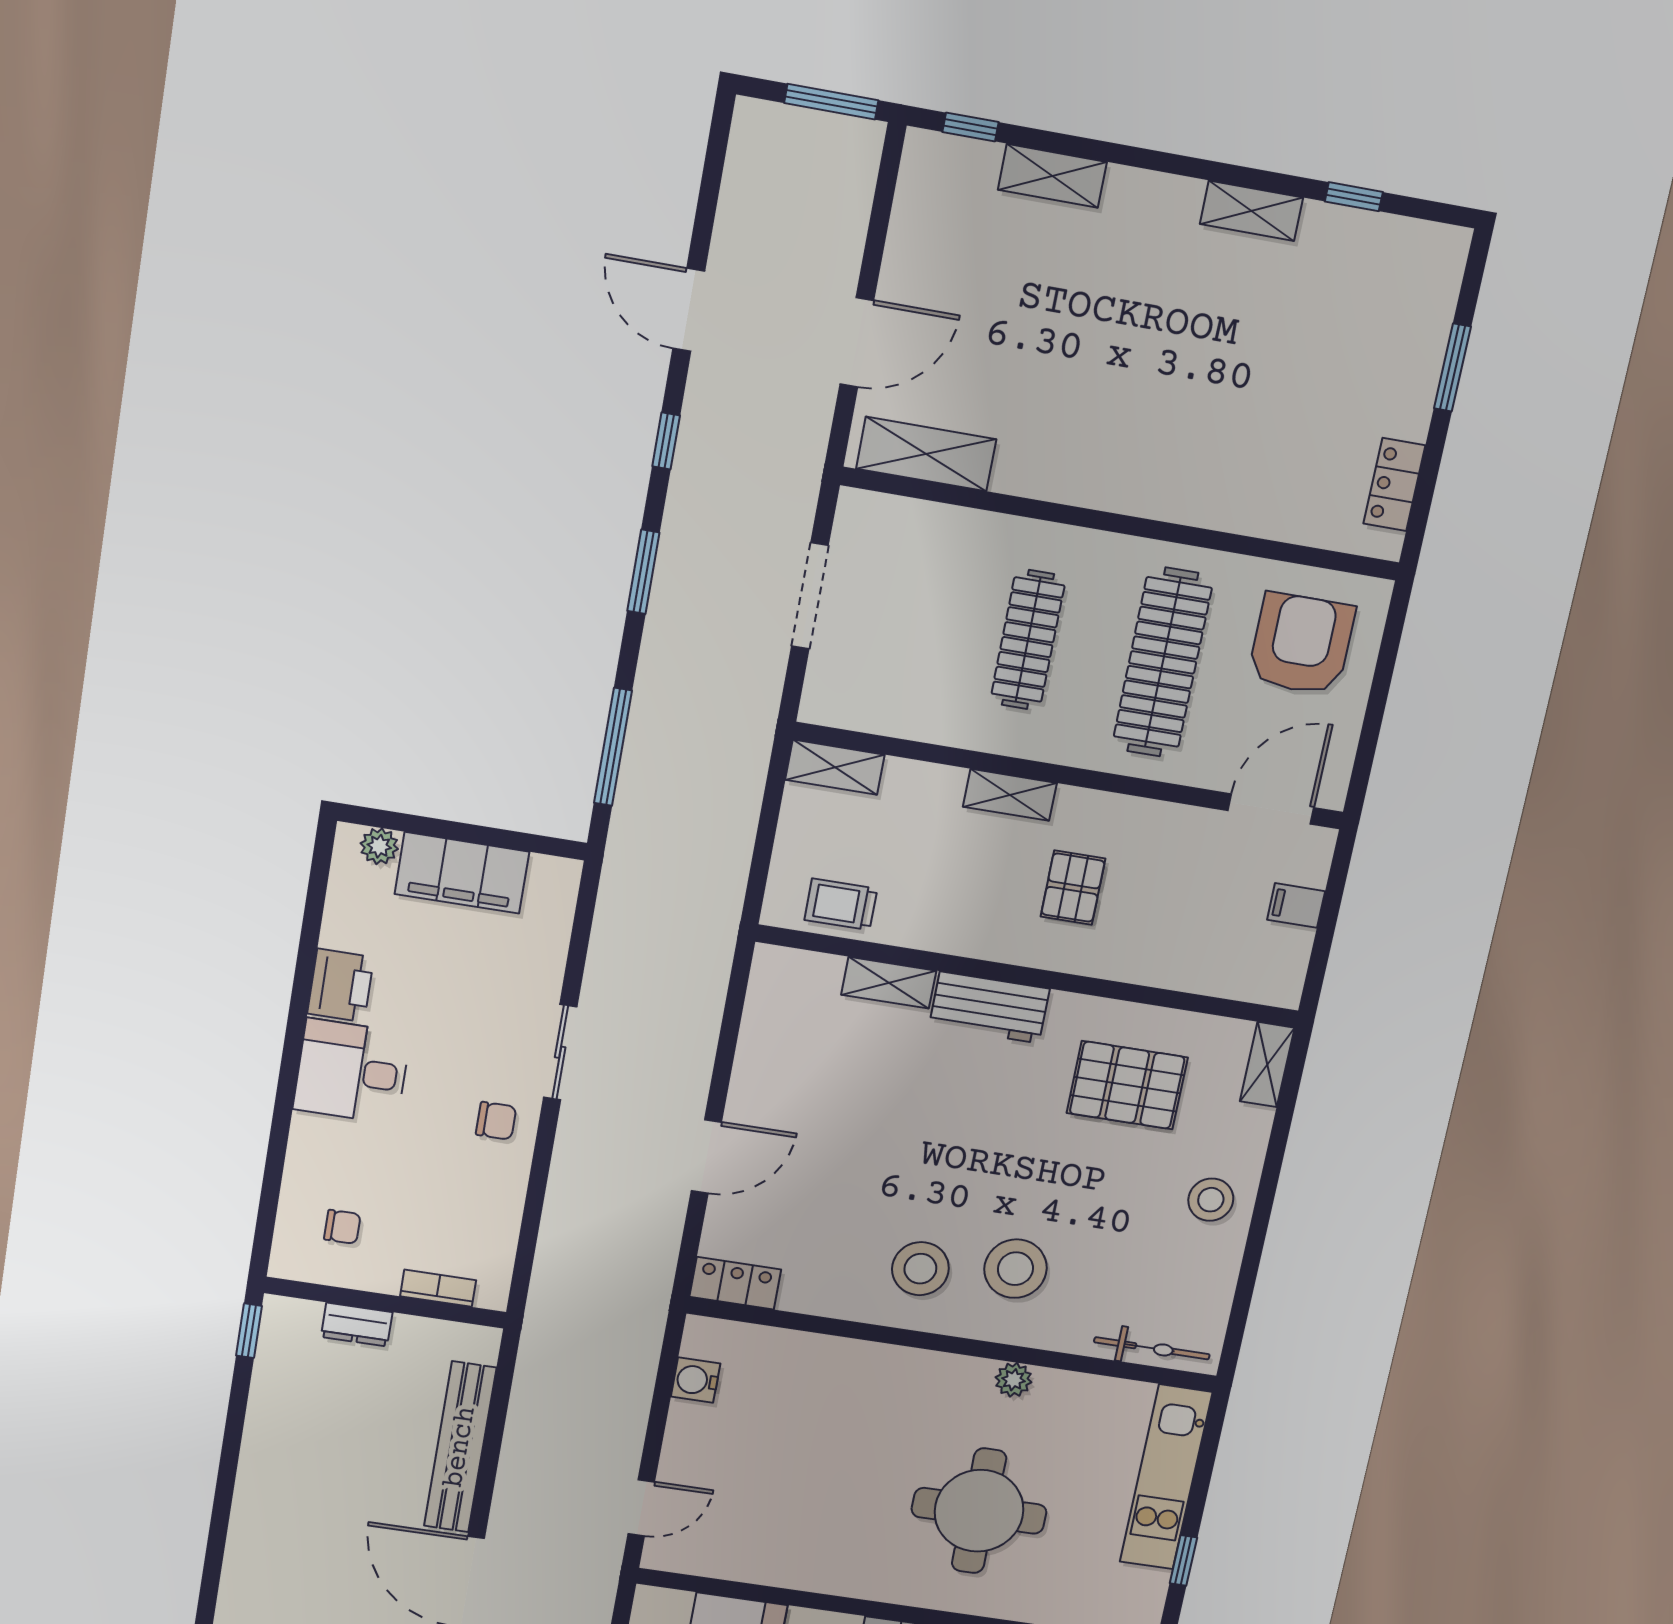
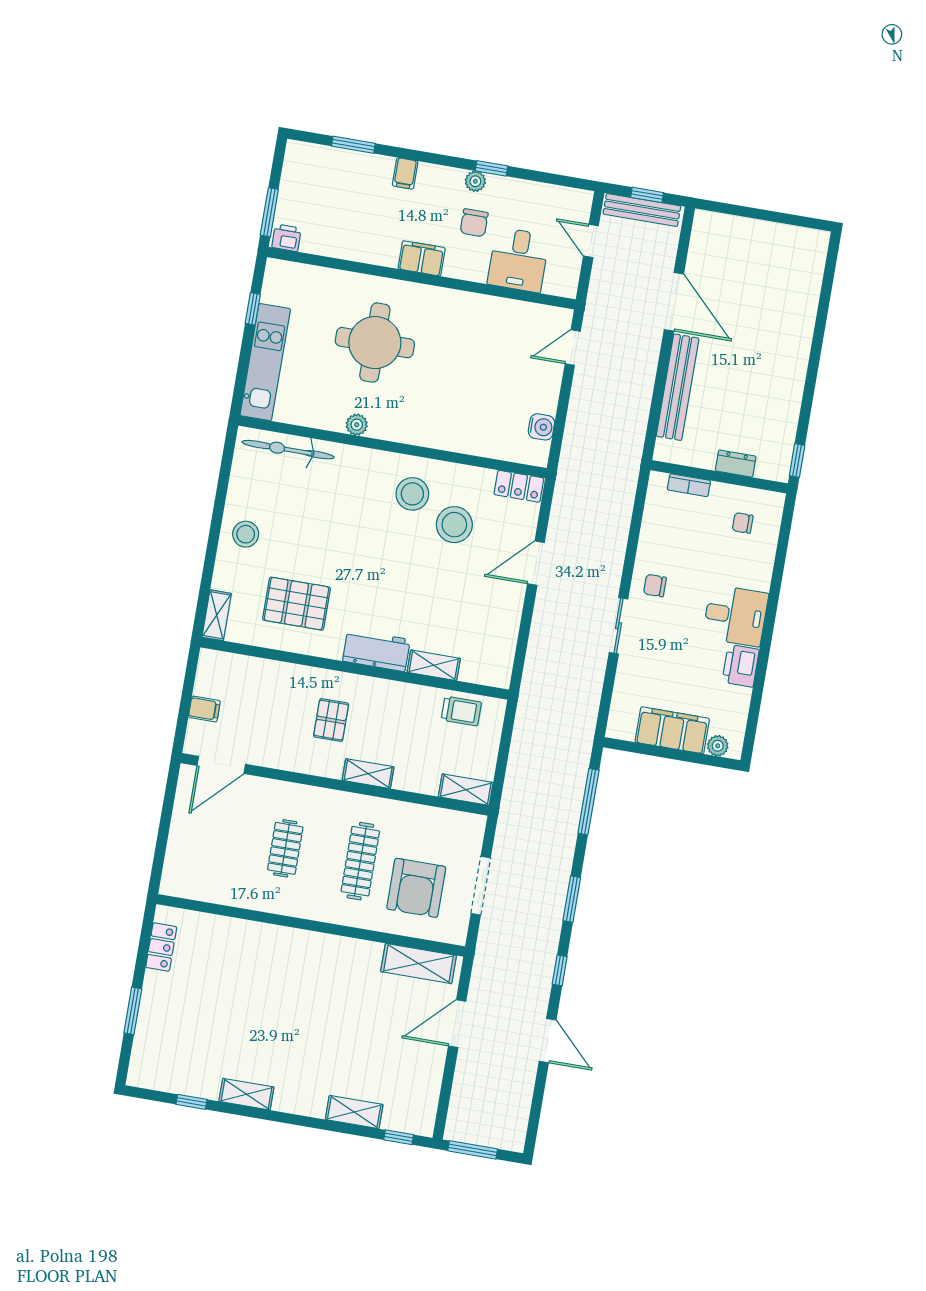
armchair: (1301, 644) -> (416, 888), moved
clothes rail: (1163, 662) -> (285, 848), width x0.54, depth x0.76
stool: (1015, 1269) -> (454, 525), moved
bicycle: (1152, 1348) -> (288, 450), width x1.37, depth x1.40

